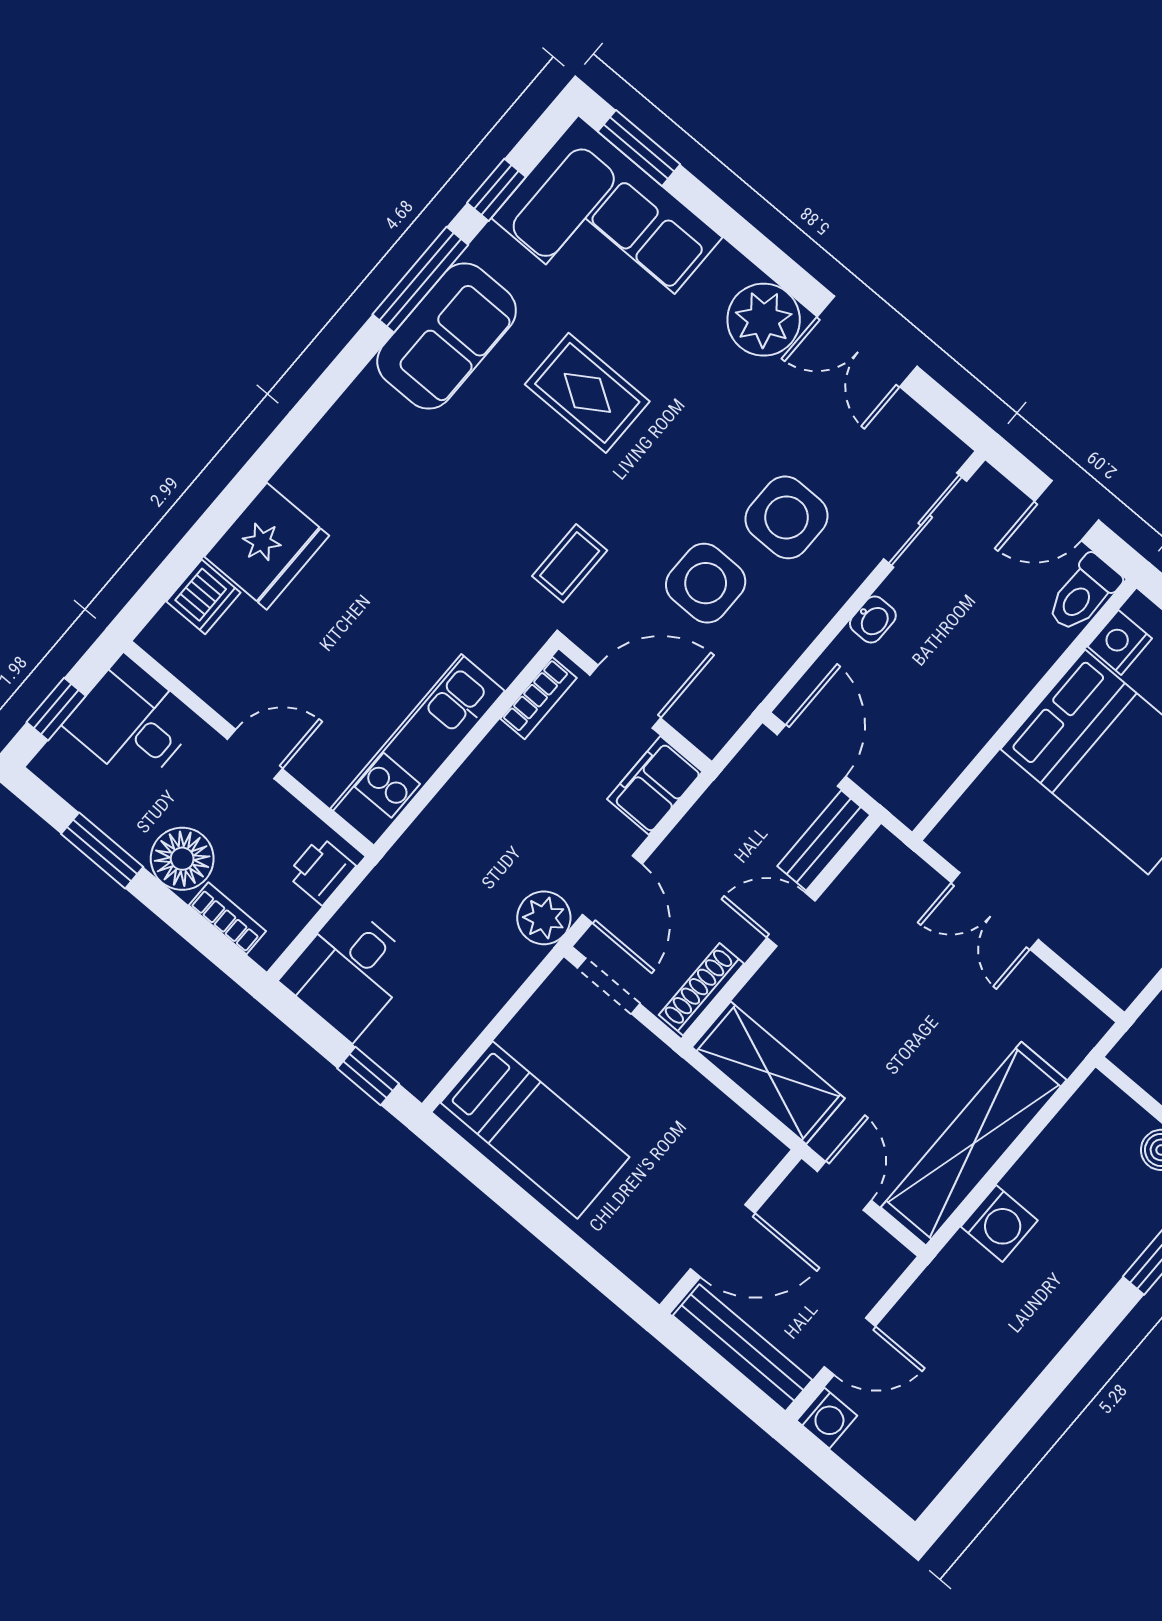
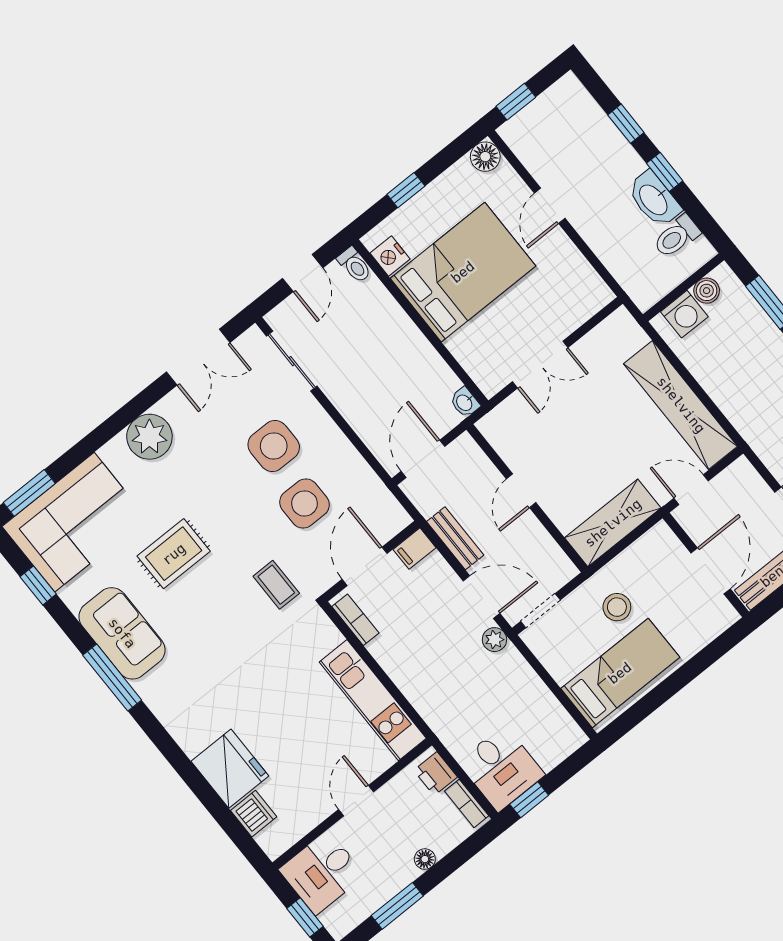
window: (420, 280) -> (112, 678), moved
double door: (867, 341) -> (198, 357), moved
toilet: (1083, 594) -> (354, 265), width x0.73, depth x0.72
washbasin: (873, 620) -> (465, 402), moved, turned 180
door: (812, 756) -> (423, 459), hinge flipped
filing cabinet: (655, 785) -> (415, 549), width x0.50
bench: (824, 840) -> (455, 538), moved
floor lamp: (182, 859) -> (425, 859), width x0.53, depth x0.53
bookcase: (227, 918) -> (467, 803), moved, turned -90
plant: (544, 918) -> (494, 640), width x0.73, depth x0.73
shoe rack: (701, 989) -> (553, 554), removed
window: (368, 1076) -> (529, 800), moved
stool: (637, 1105) -> (617, 607), added
washing machine: (999, 1223) -> (684, 314), moved, turned 90

